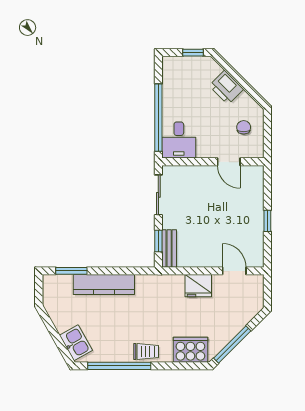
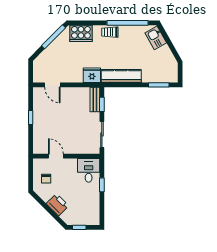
window: (158, 118) -> (102, 185), width x0.32
kitchen counter: (104, 284) -> (121, 76), moved
fridge: (198, 286) -> (92, 75), moved

